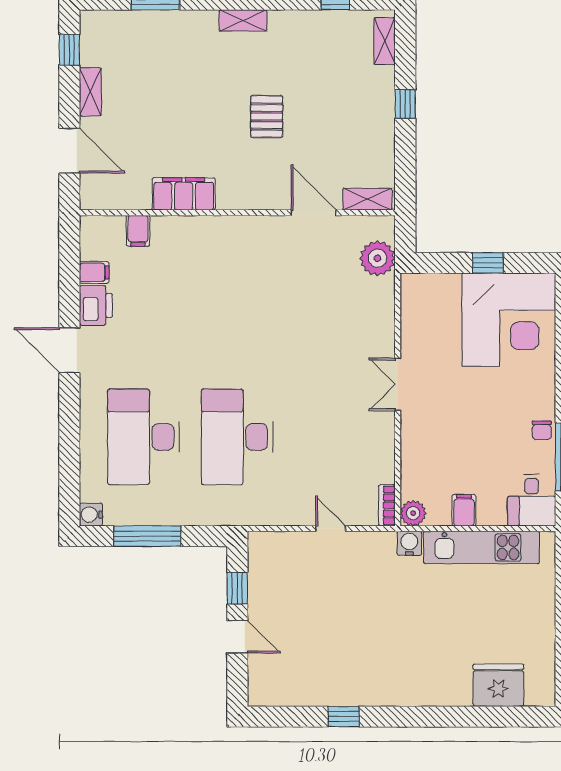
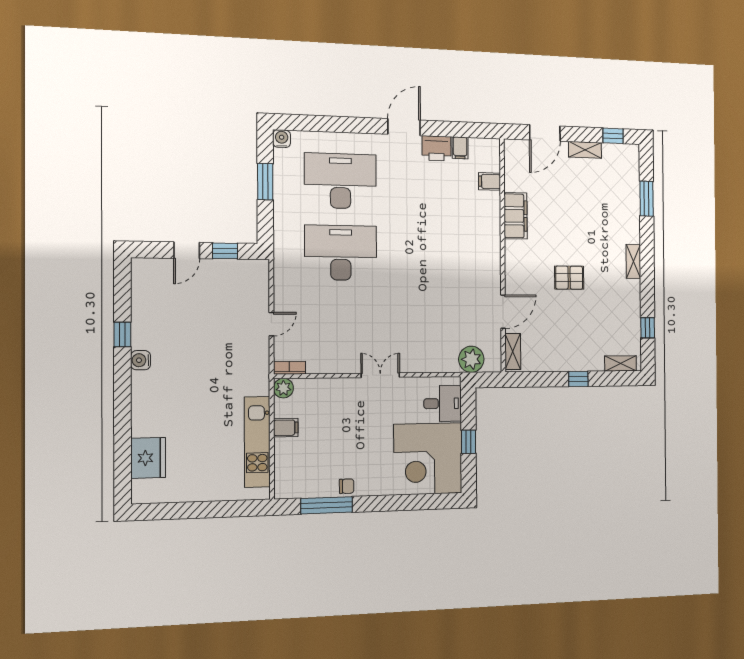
chair: (542, 430) -> (347, 486), turned 180
desk: (532, 500) -> (443, 403), moved, turned 180
window: (147, 536) -> (265, 182), width x0.69
water cooler: (409, 543) -> (141, 360), moved, turned 180

